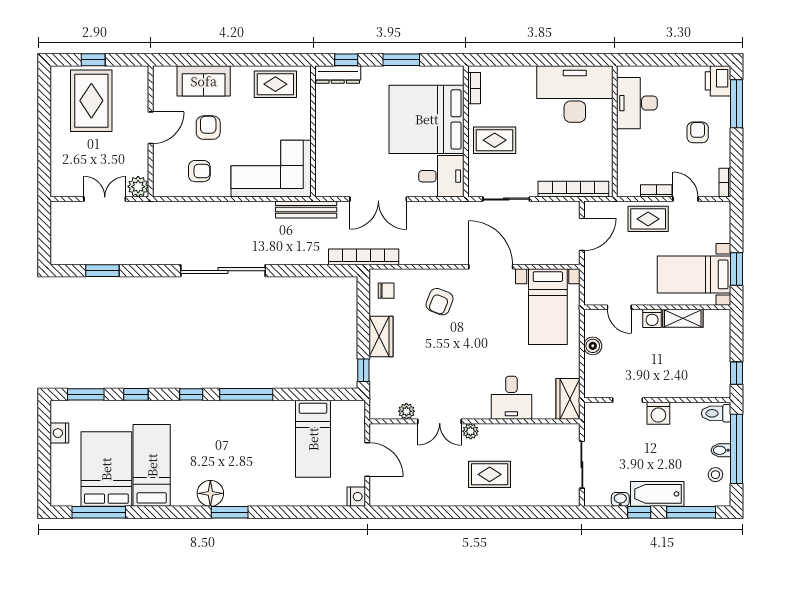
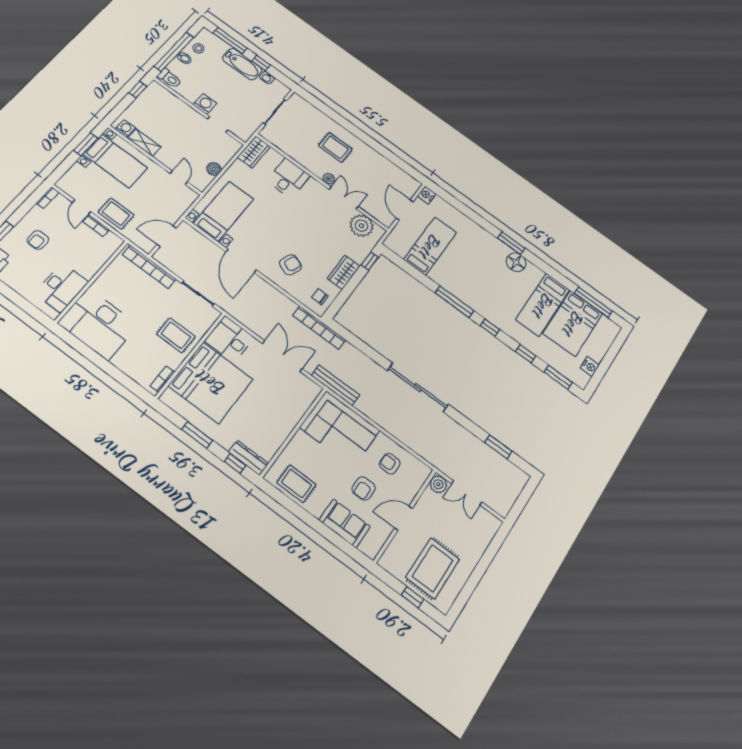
washing machine: (652, 318) -> (125, 128), moved
plant: (406, 411) -> (361, 226), width x1.88, depth x1.88

